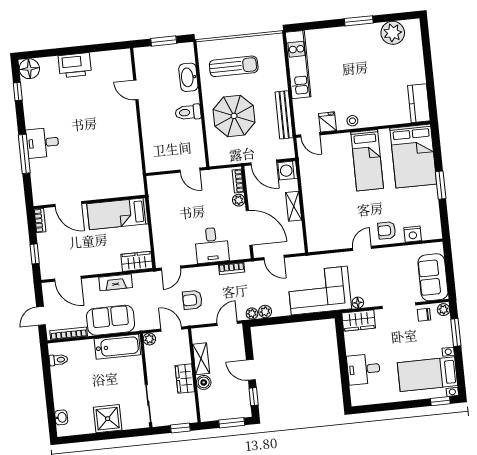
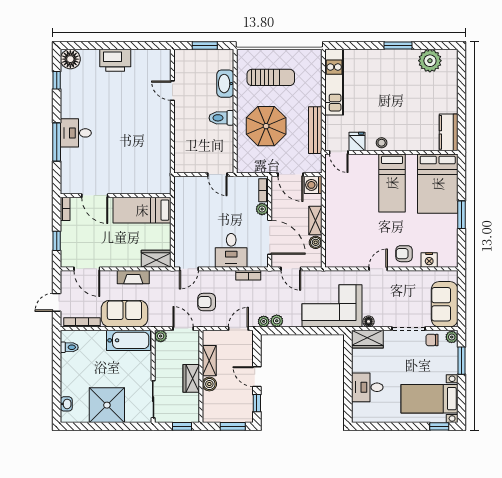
boiler: (296, 228) -> (316, 242), added
shower: (108, 419) -> (107, 405), width x1.37, depth x1.37

